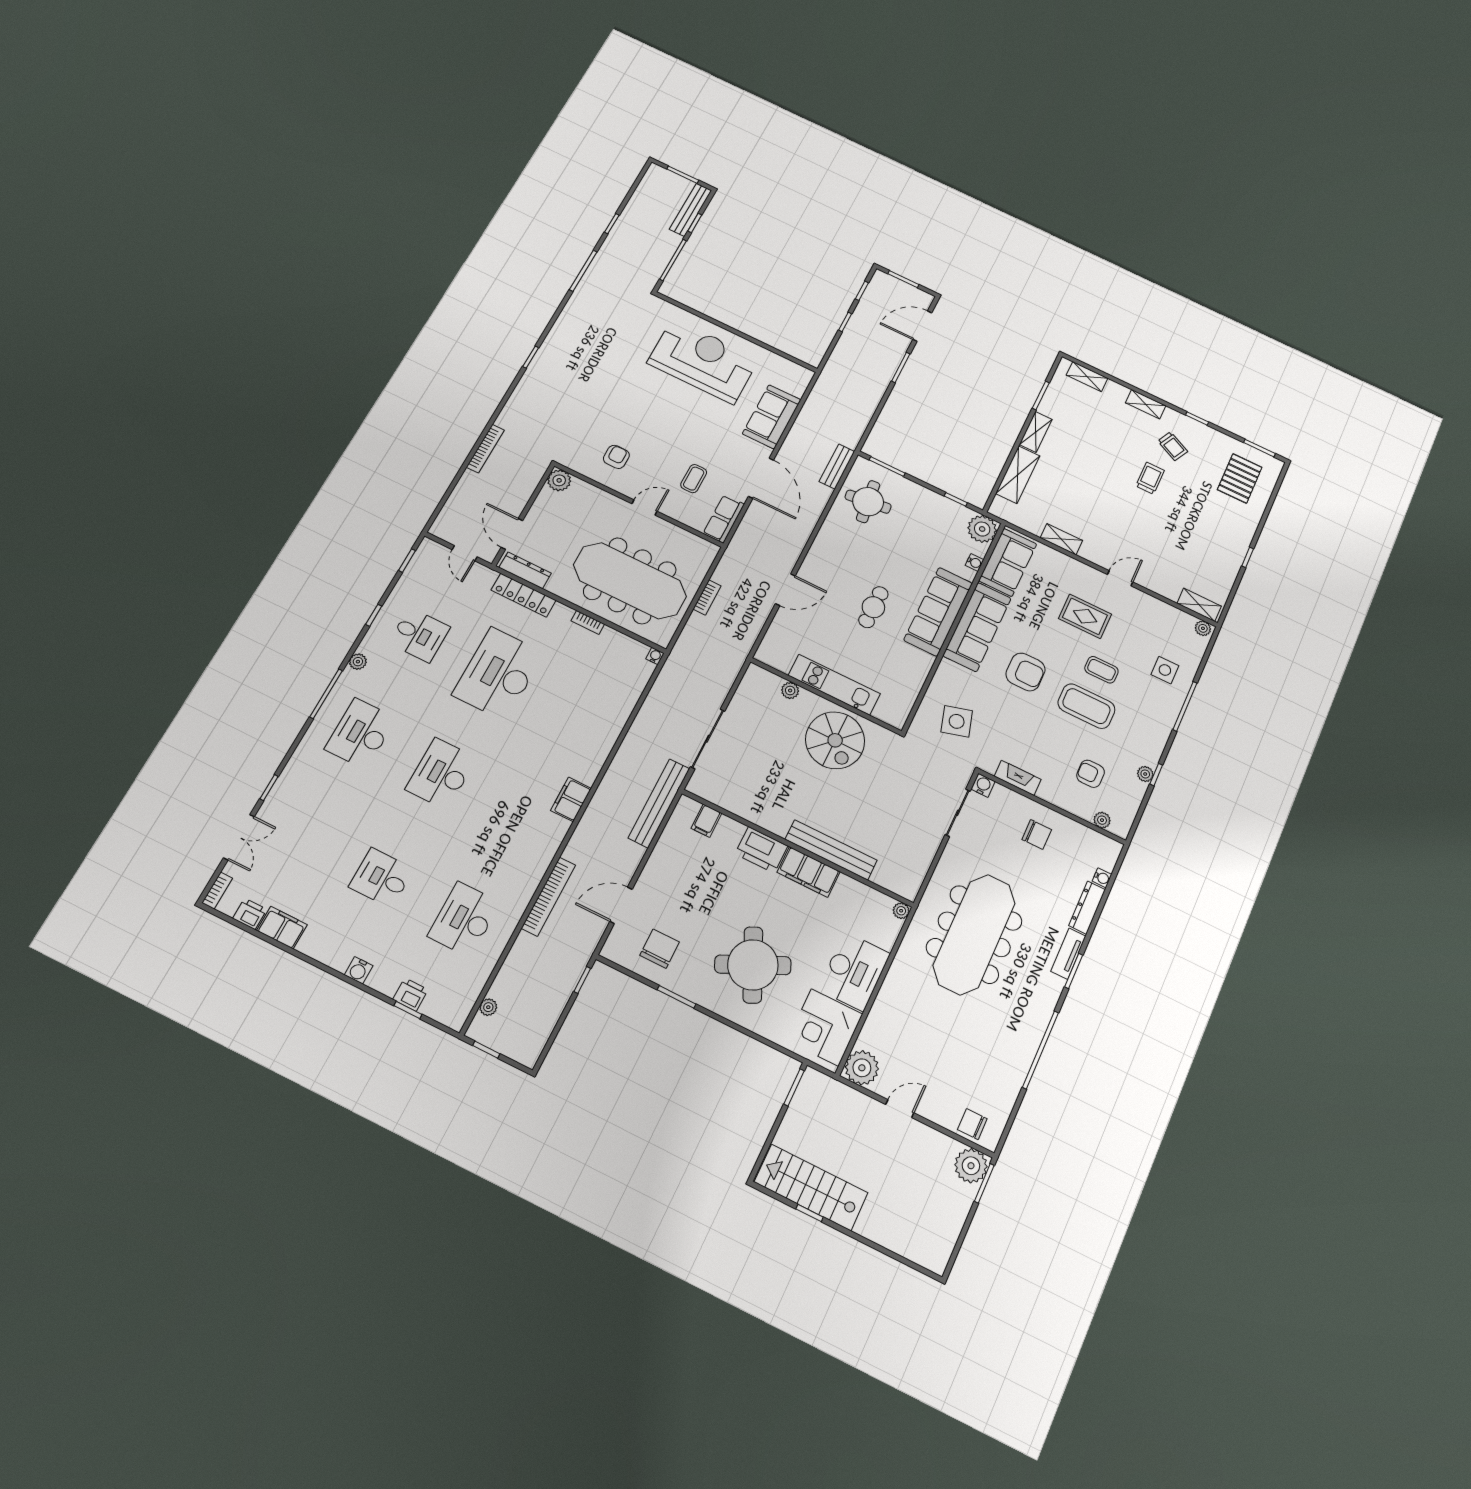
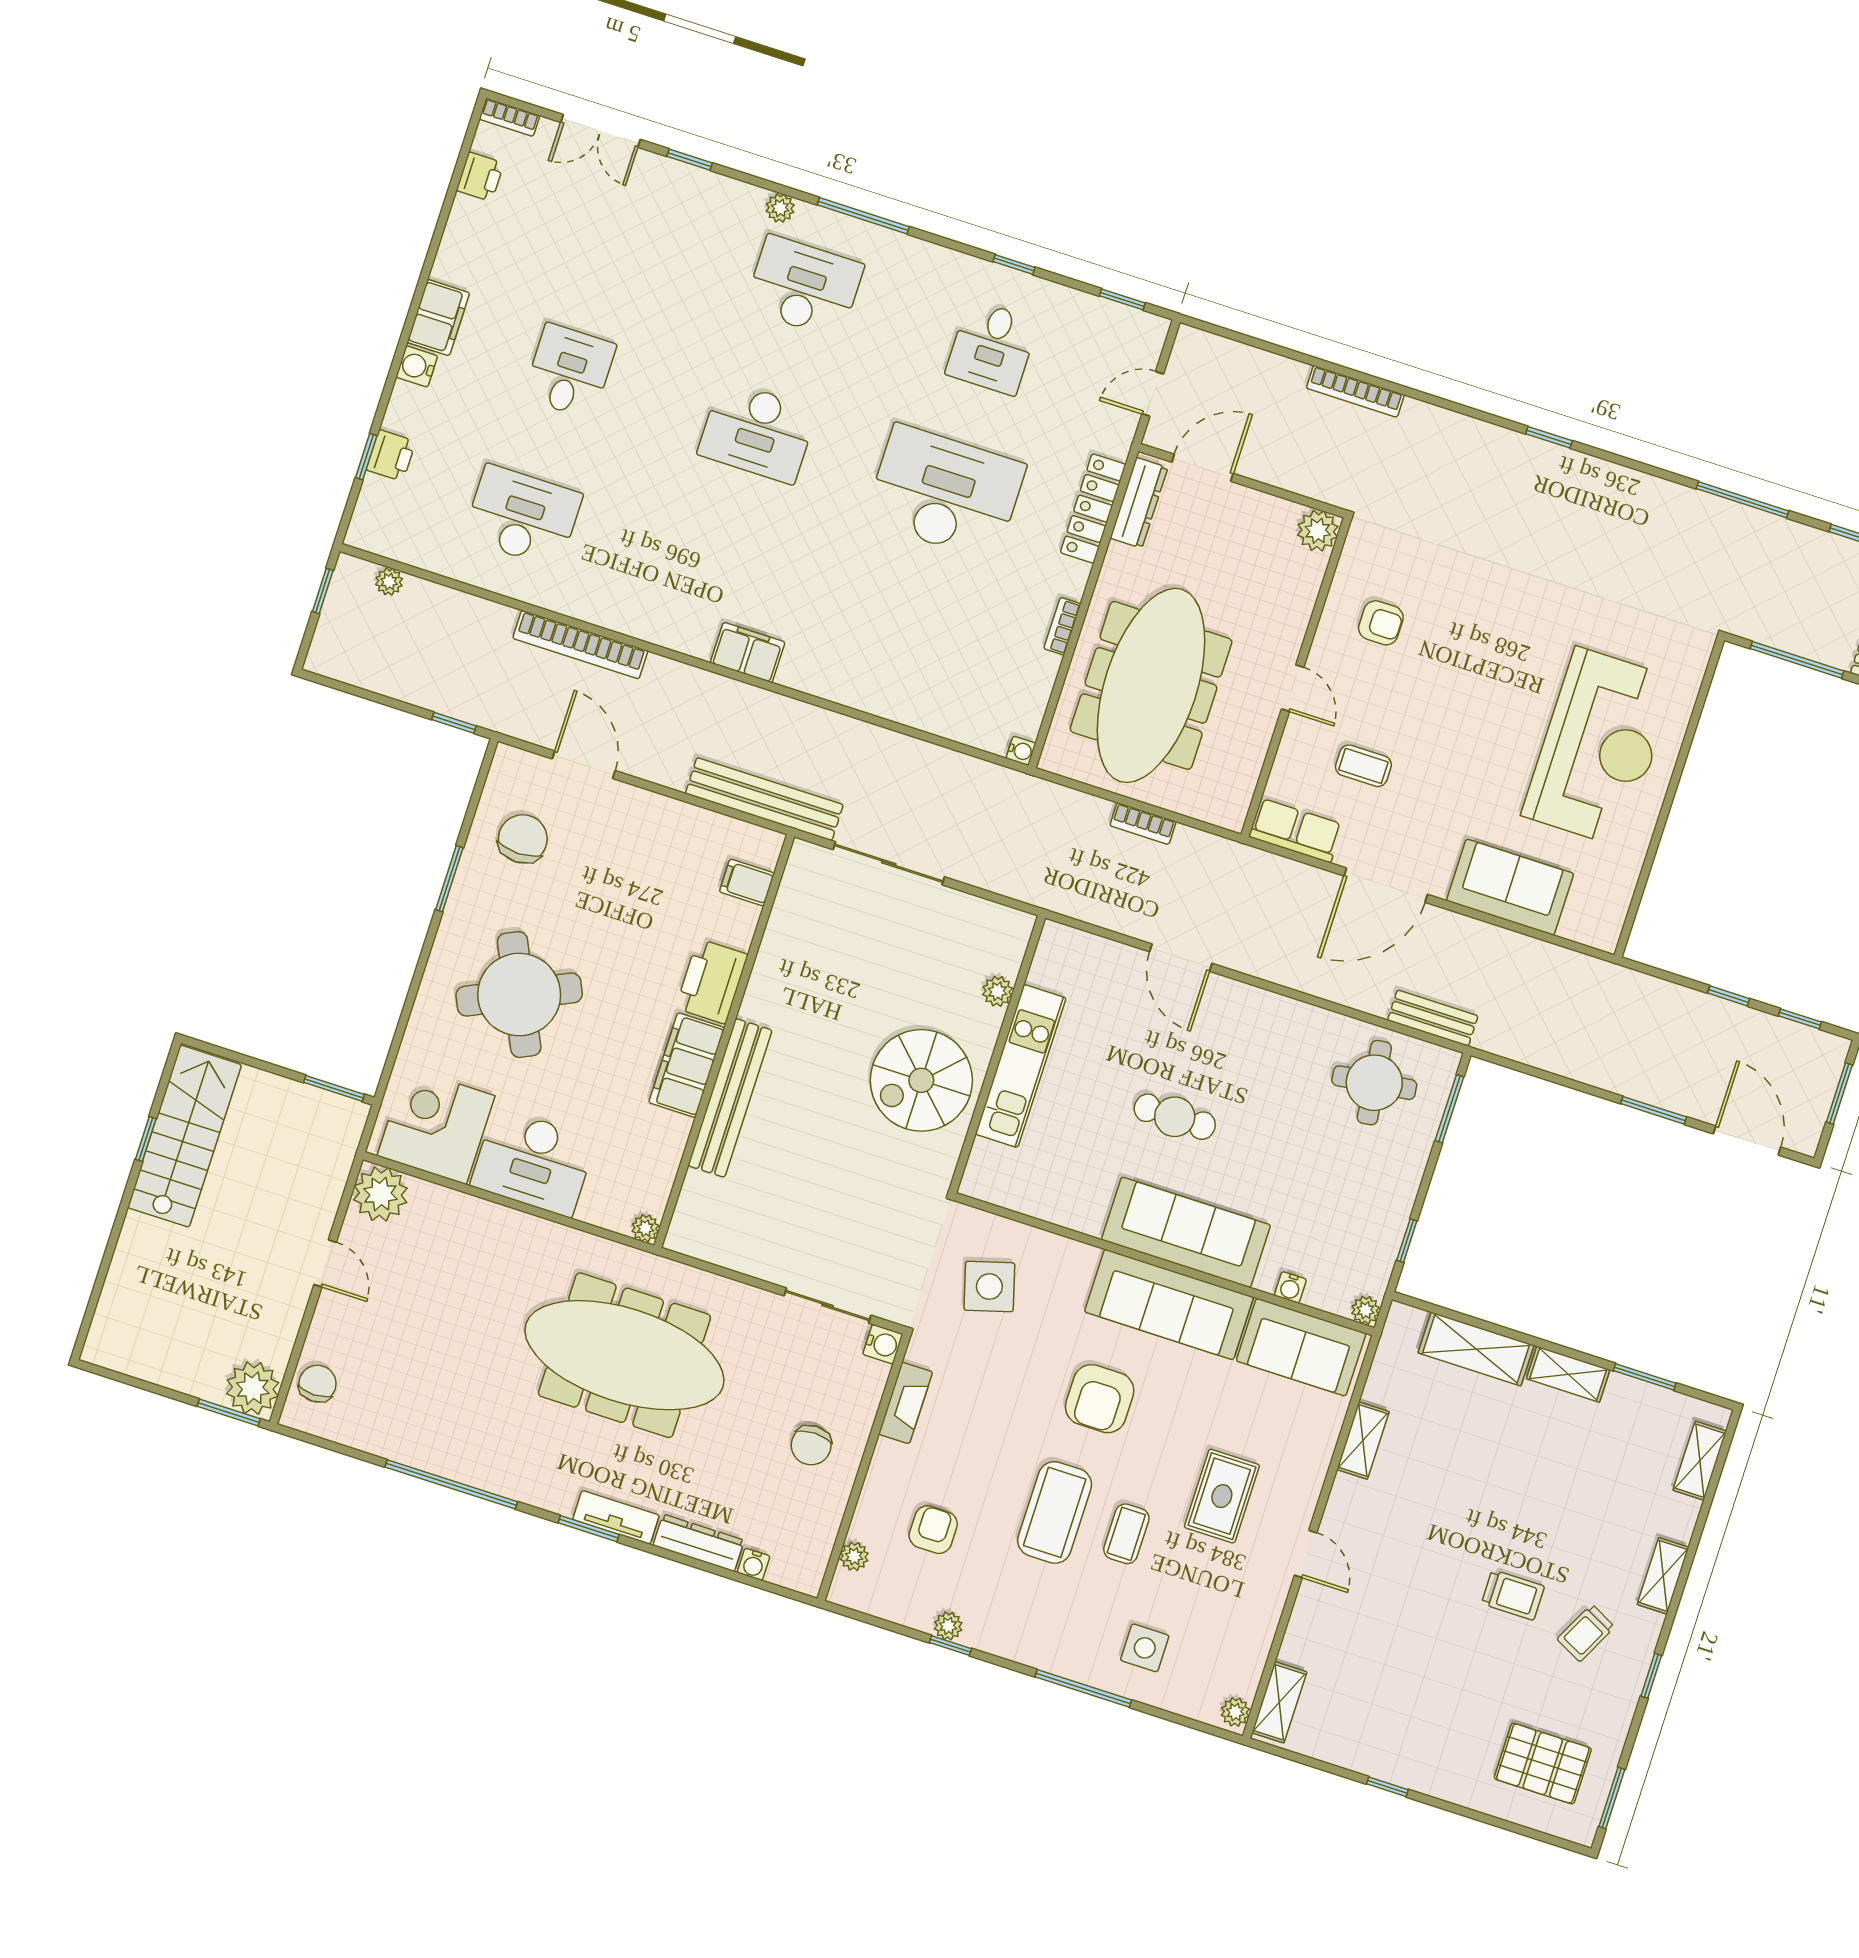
plant: (982, 529) -> (1365, 1310), width x0.53, depth x0.53
plant: (358, 662) -> (780, 208), moved
desk: (441, 774) -> (757, 432), turned 180
filing cabinet: (282, 928) -> (438, 318), moved
chair: (660, 949) -> (523, 839), turned -90

